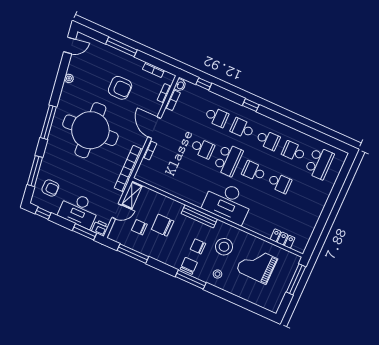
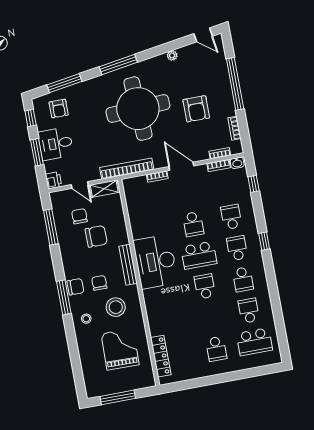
window: (121, 47) -> (235, 84), width x1.46
school desk: (217, 117) -> (231, 217), turned 180
door: (154, 128) -> (181, 166), hinge flipped
school desk: (280, 183) -> (216, 349), moved
desk: (228, 202) -> (155, 262), moved
desk: (79, 210) -> (56, 144), width x0.73
chair: (163, 225) -> (96, 236), turned 90
window: (84, 232) -> (37, 152), moved
locker: (282, 239) -> (161, 356), width x1.53
window: (296, 279) -> (118, 397), moved

